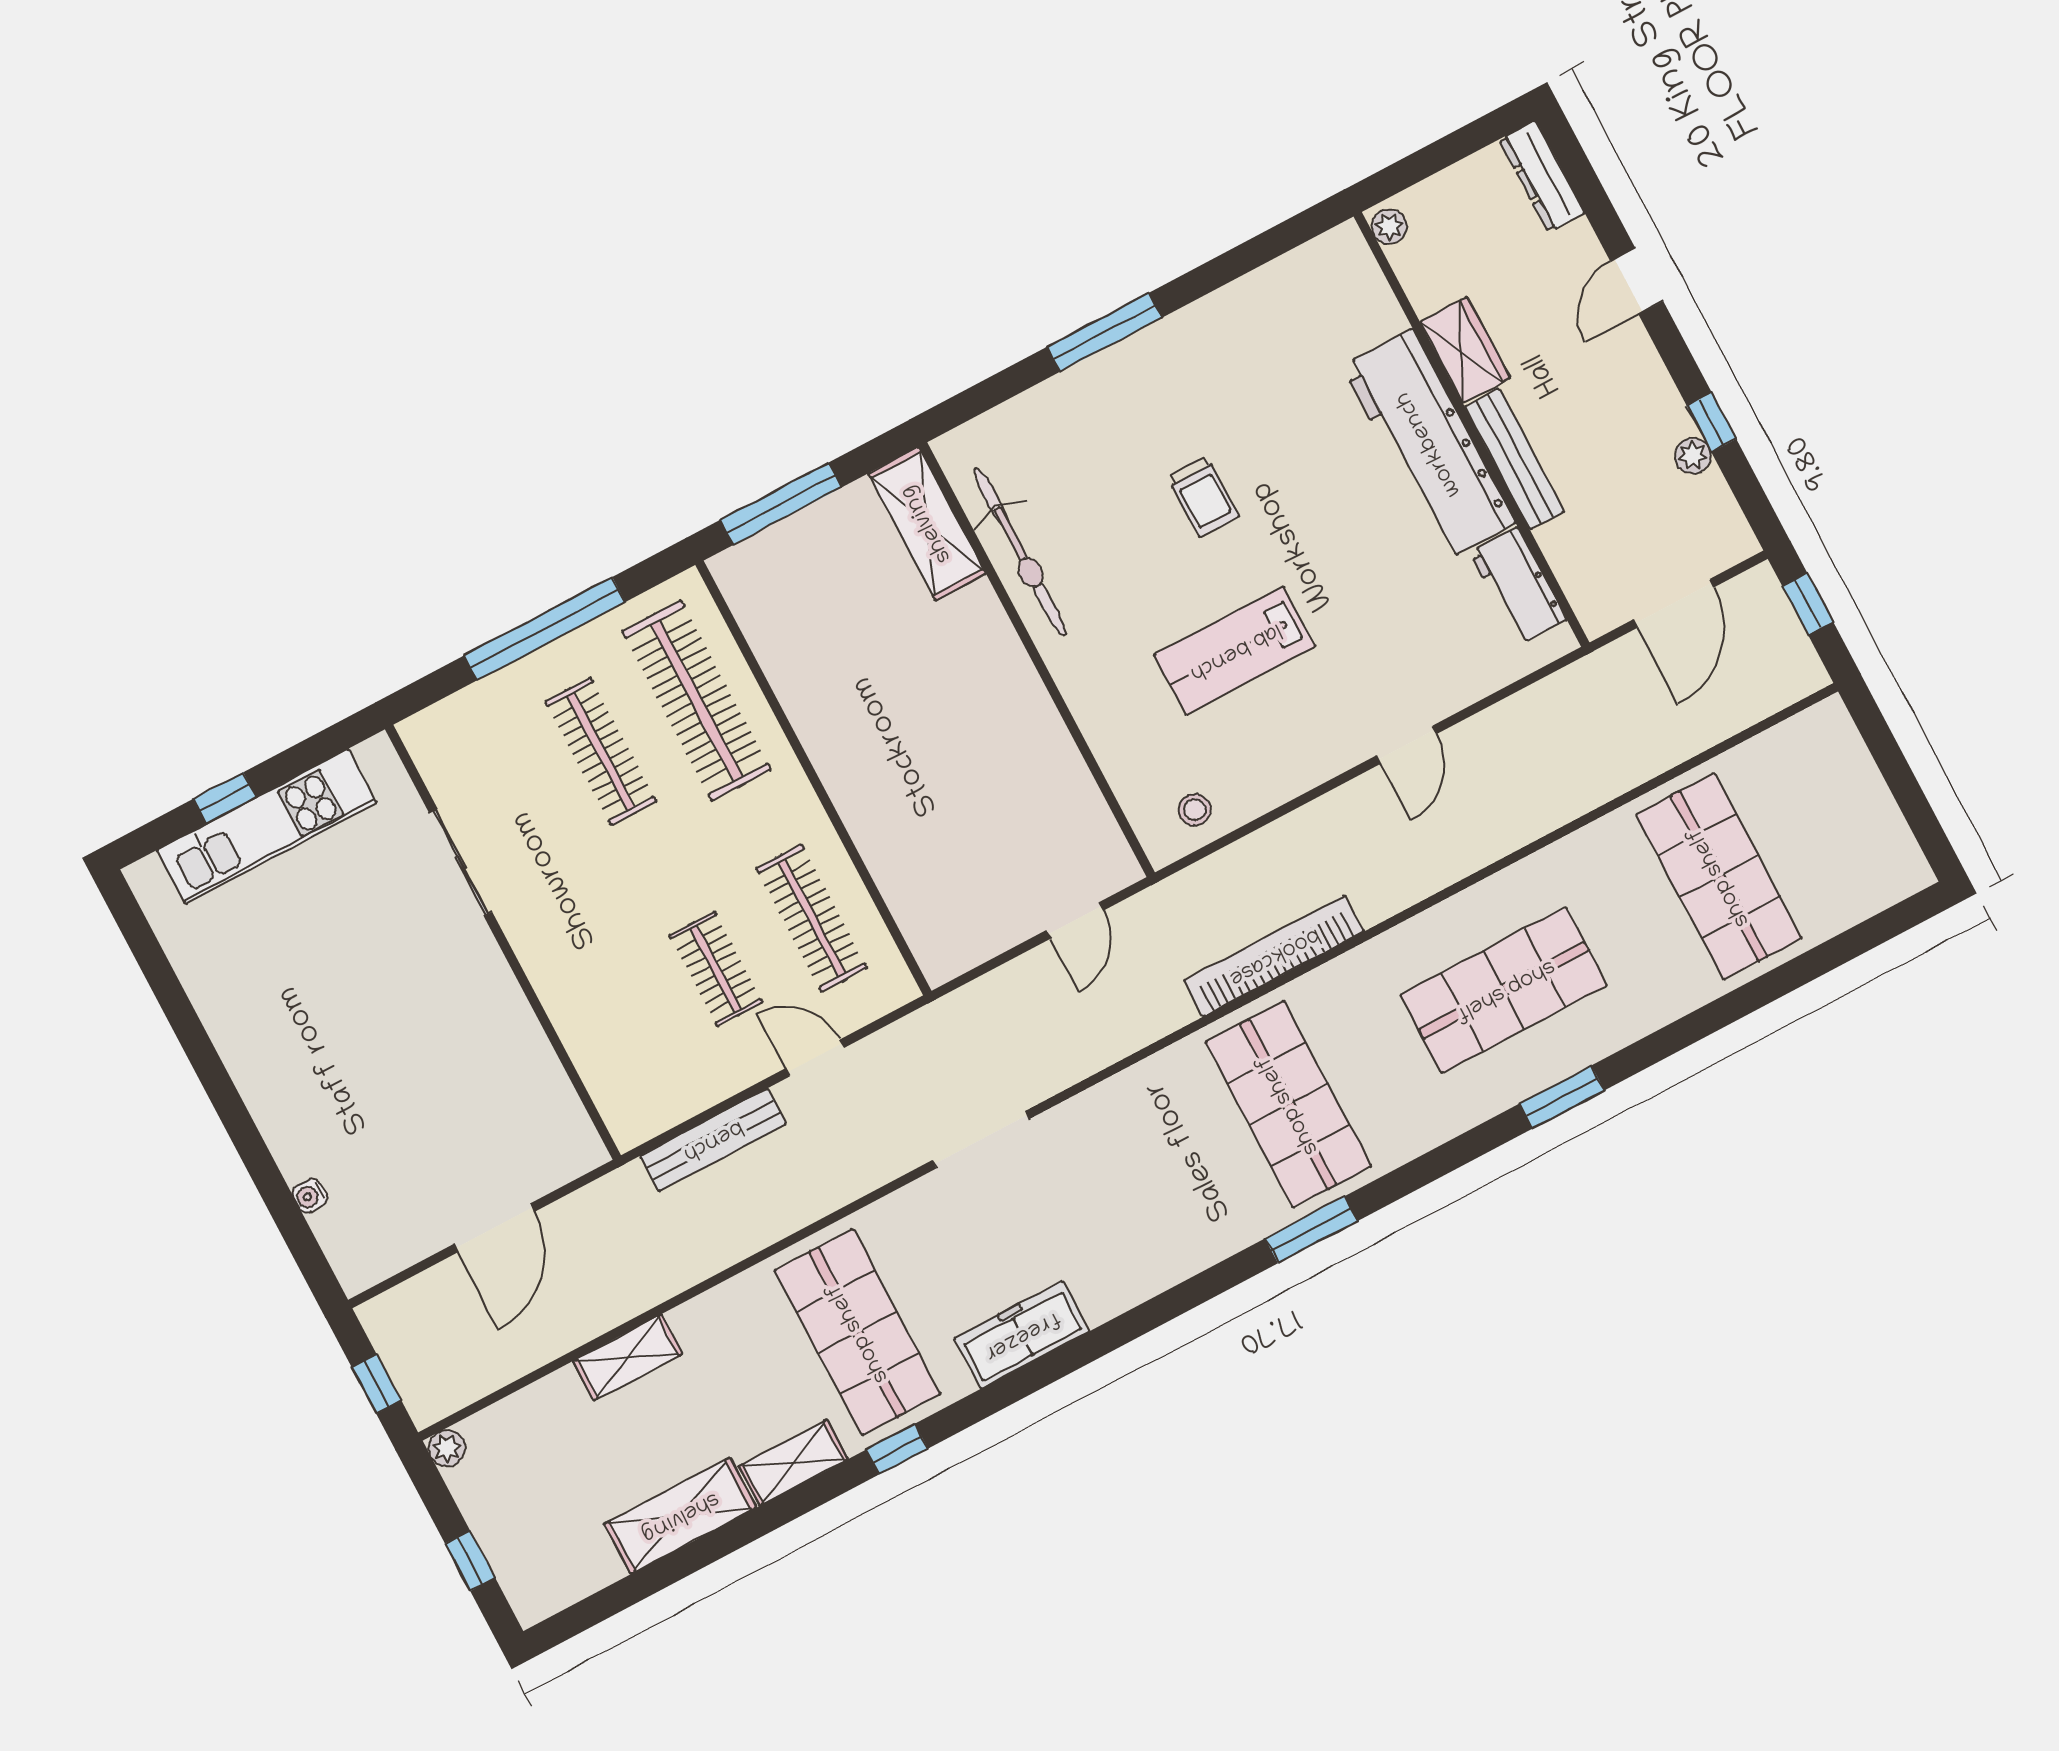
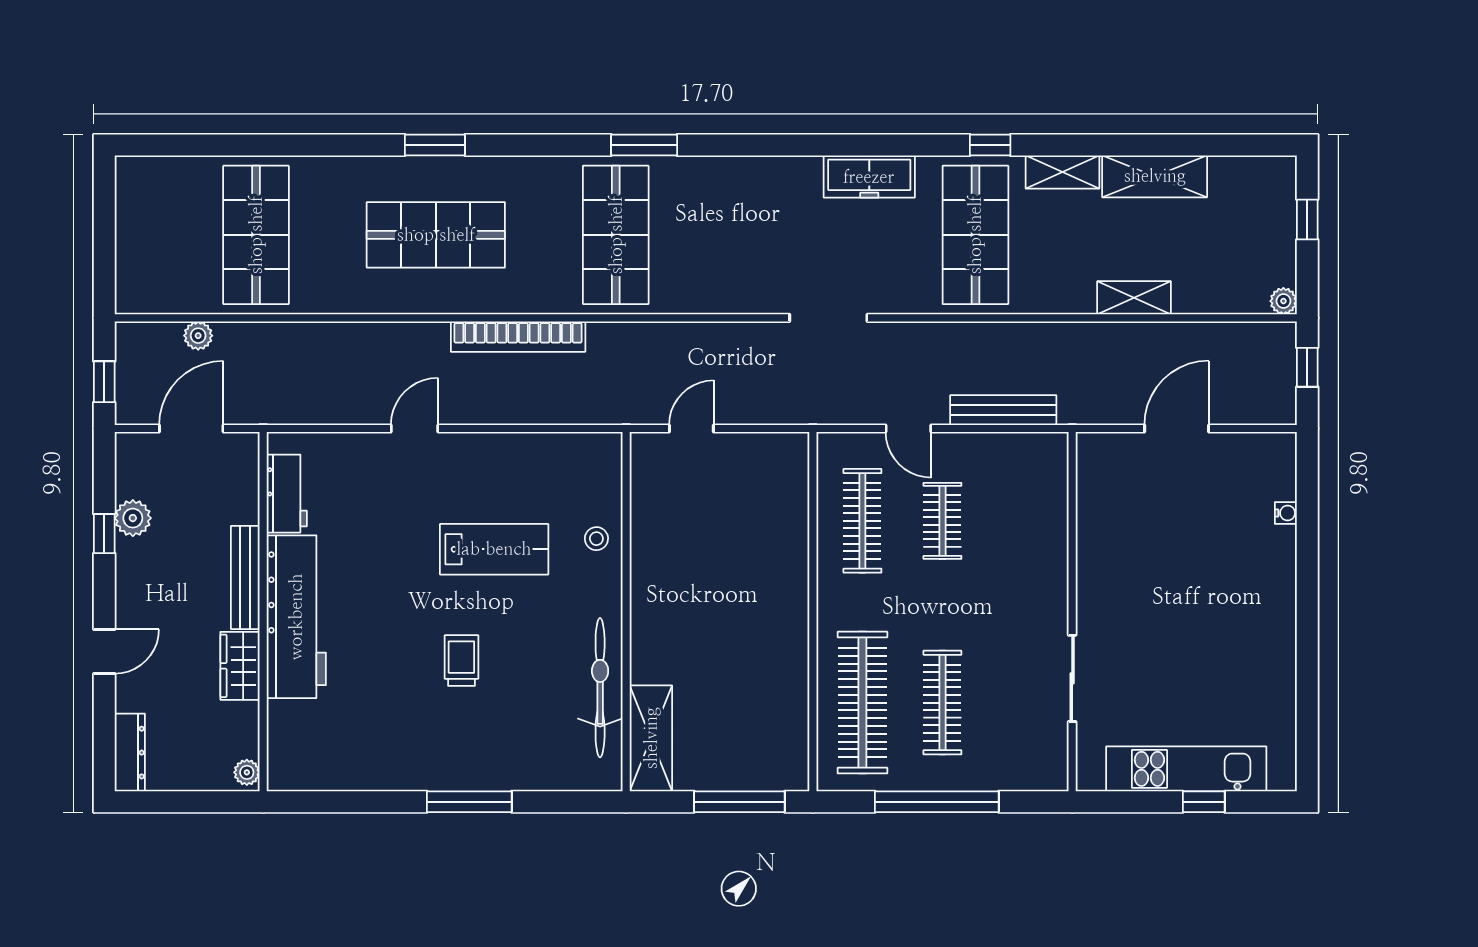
plant: (1693, 456) -> (133, 518), width x1.38, depth x1.38
plant: (1724, 719) -> (198, 336), added
stool: (1195, 810) -> (596, 539), moved
bookcase: (1274, 956) -> (518, 337), moved

